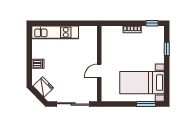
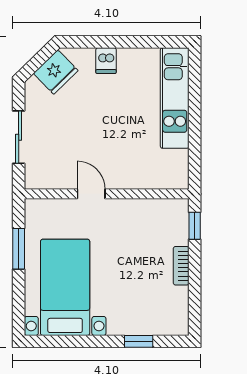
window: (152, 23) -> (195, 226), moved
sliding door: (73, 104) -> (19, 137), width x0.73
window: (146, 104) -> (19, 249), moved

